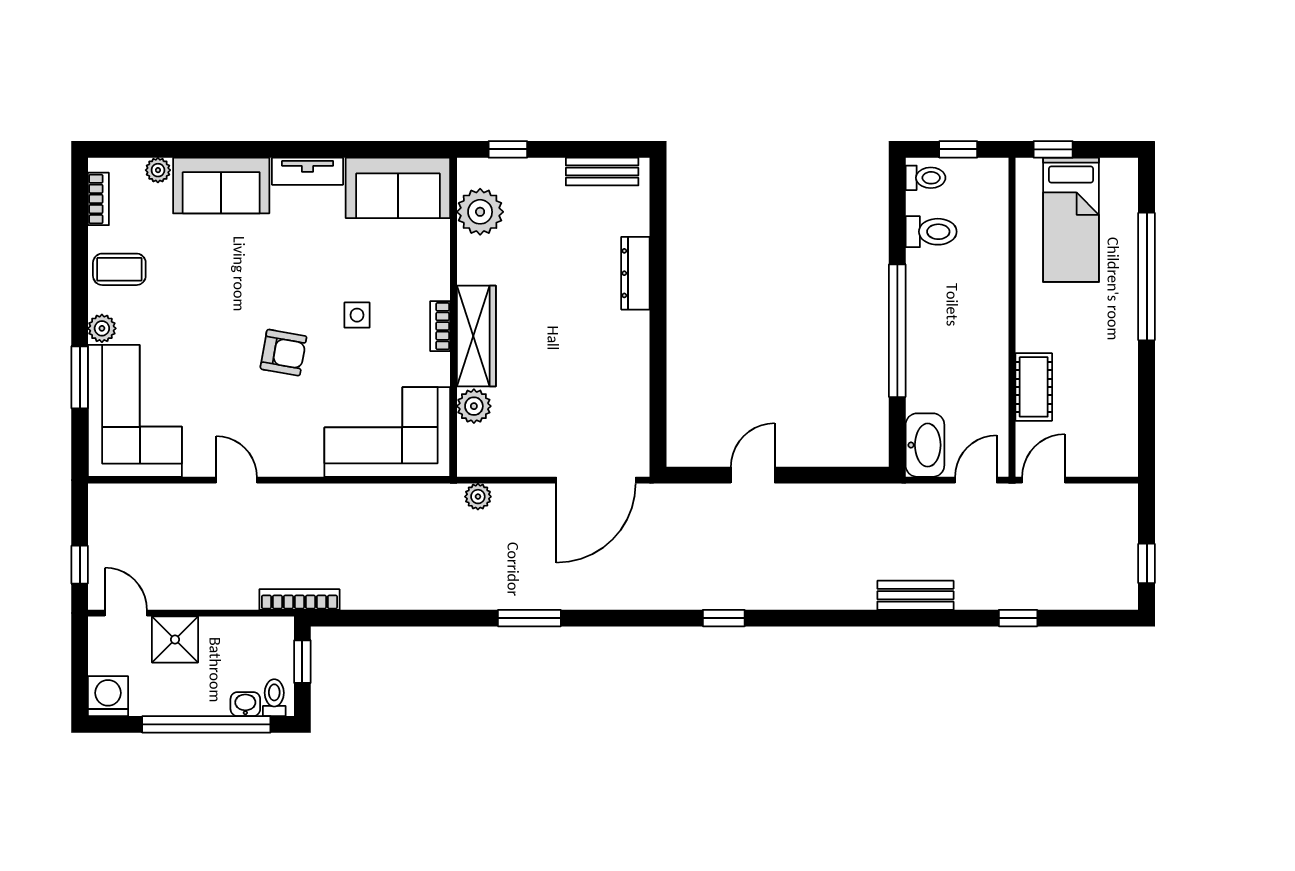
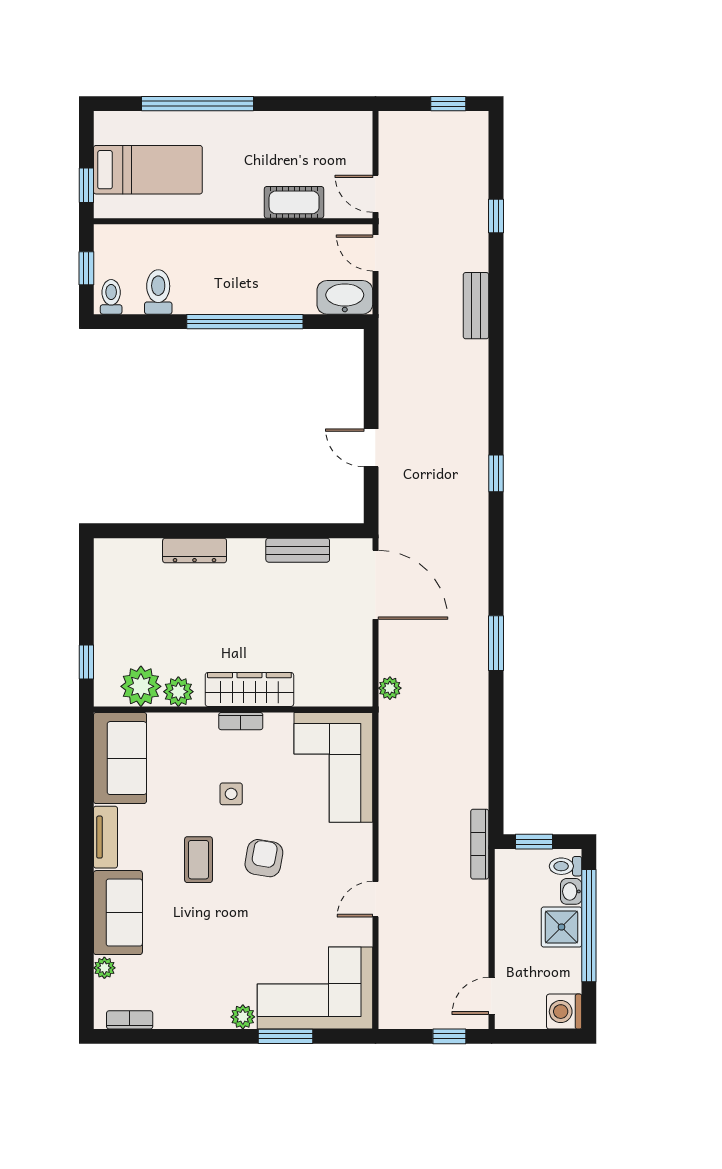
bench: (602, 172) -> (298, 550), moved, turned 90
coffee table: (119, 269) -> (199, 860), moved
plant: (474, 406) -> (178, 692), moved
shower: (175, 639) -> (562, 927), moved

